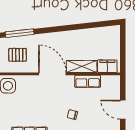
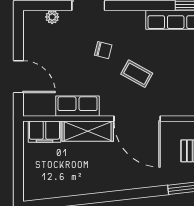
coffee table: (52, 101) -> (137, 74), added
door: (123, 110) -> (18, 77), moved

